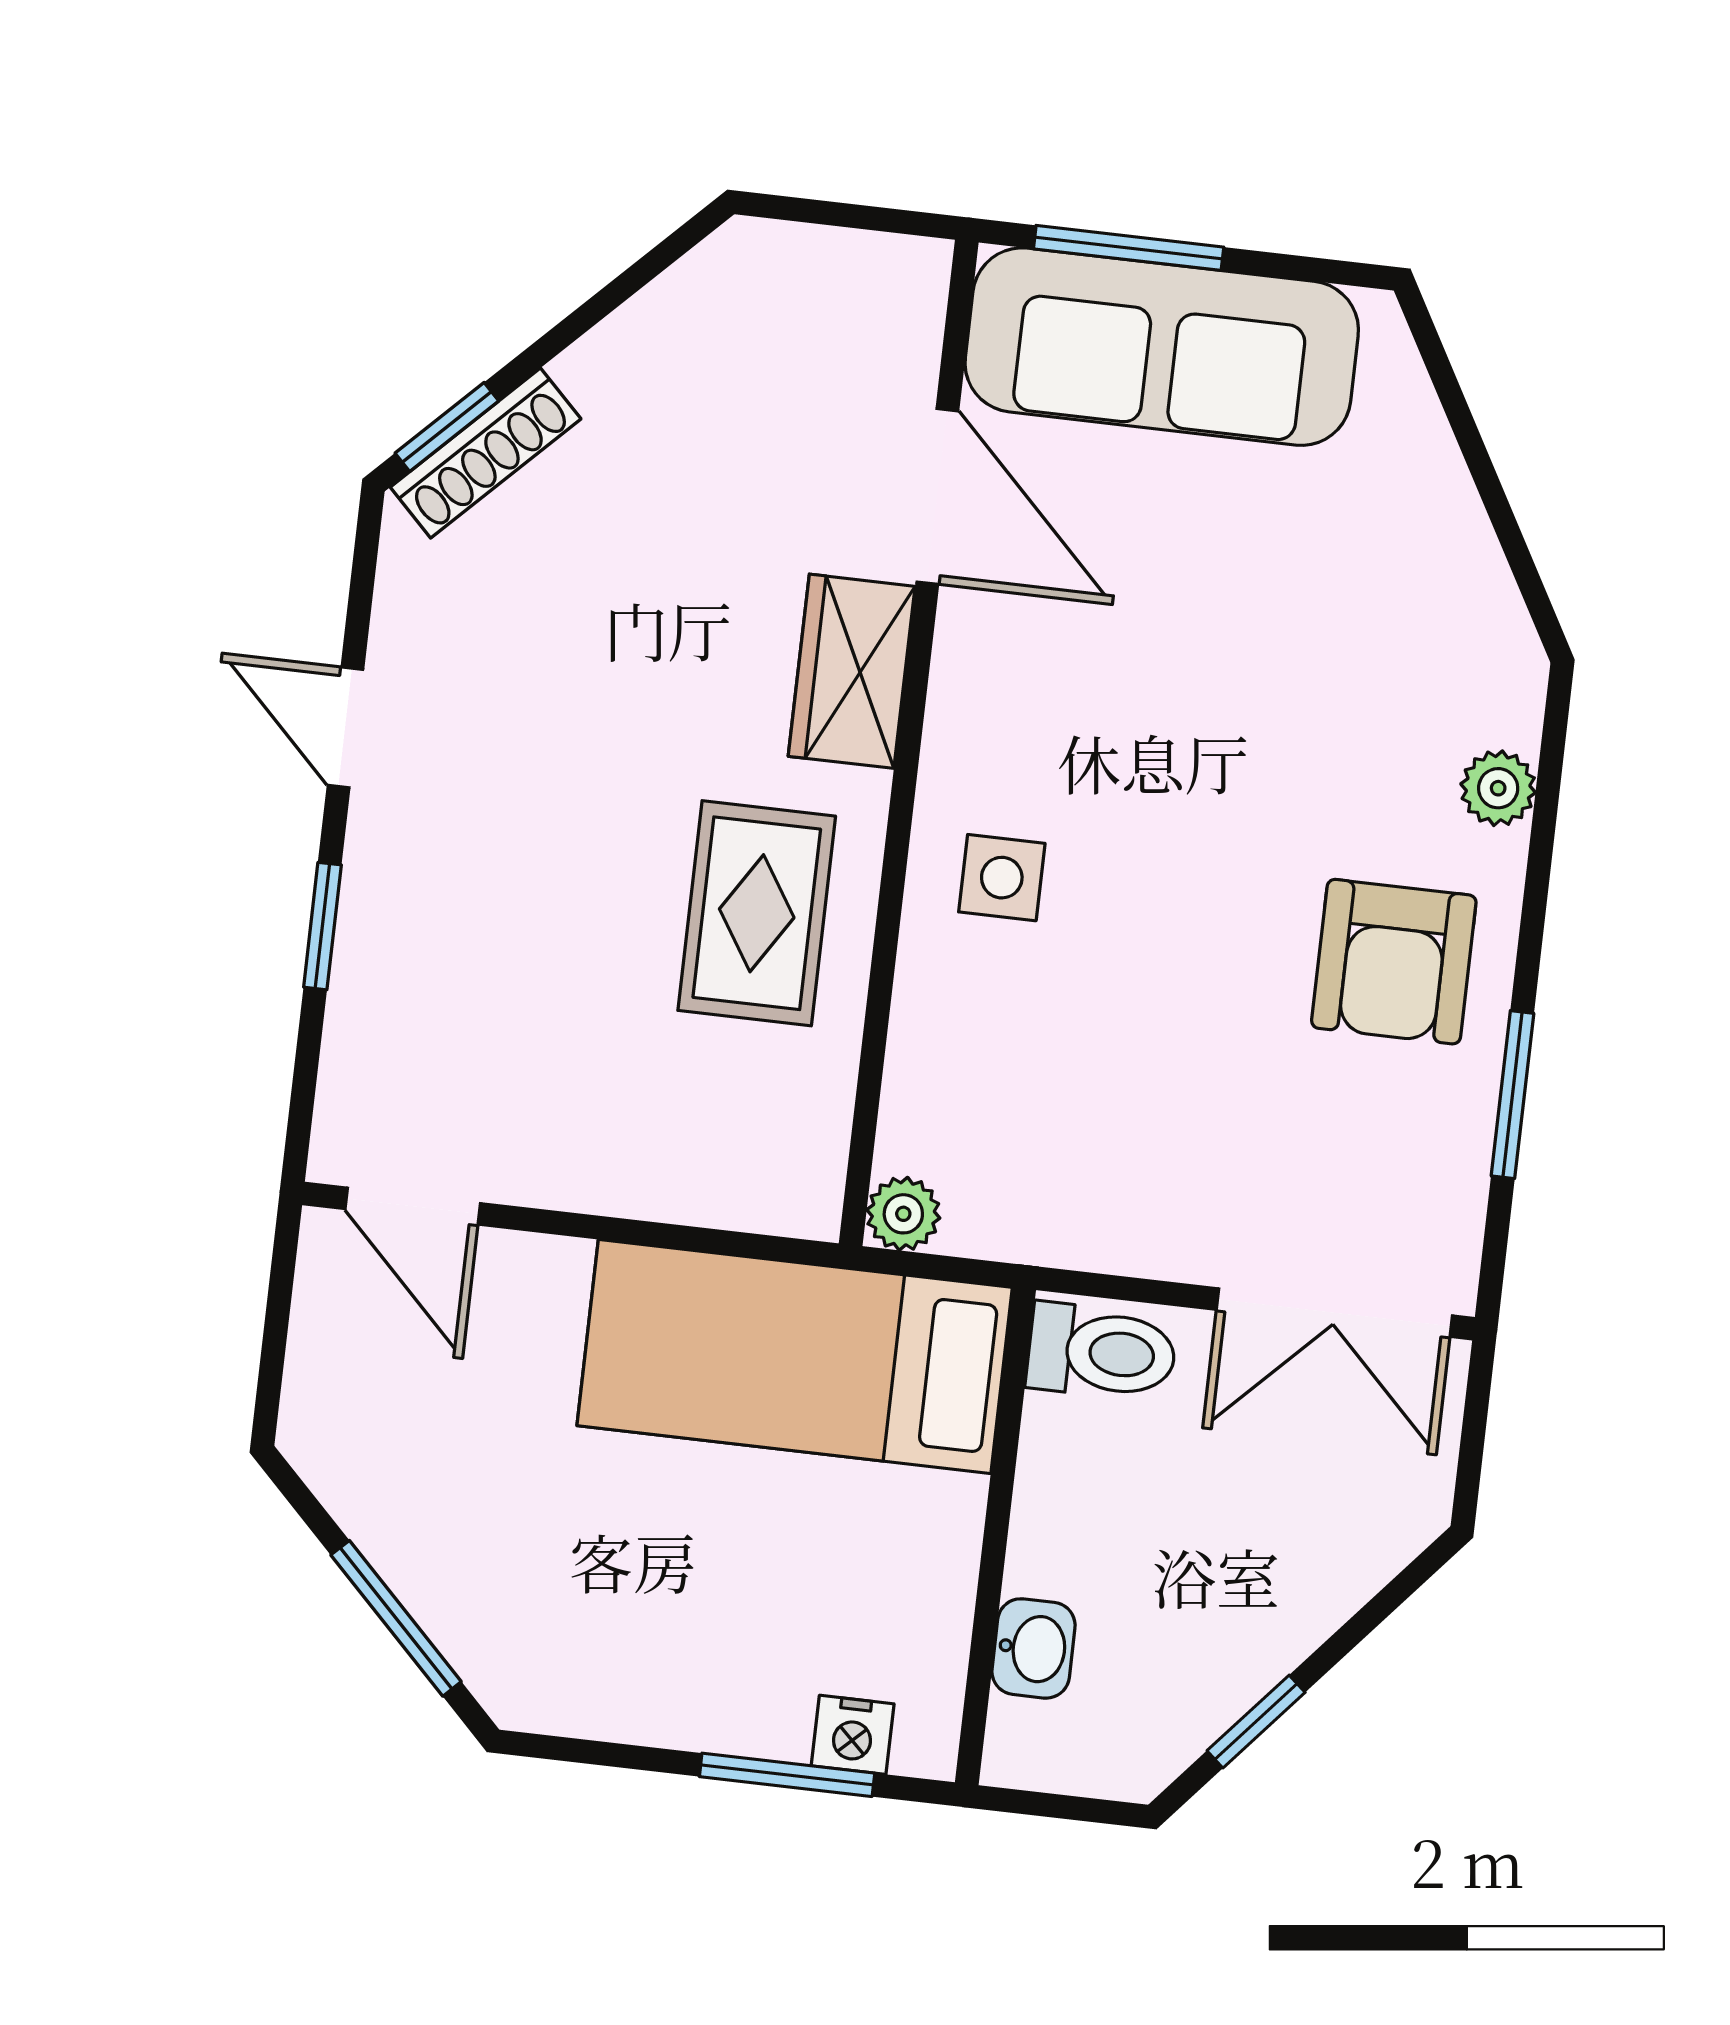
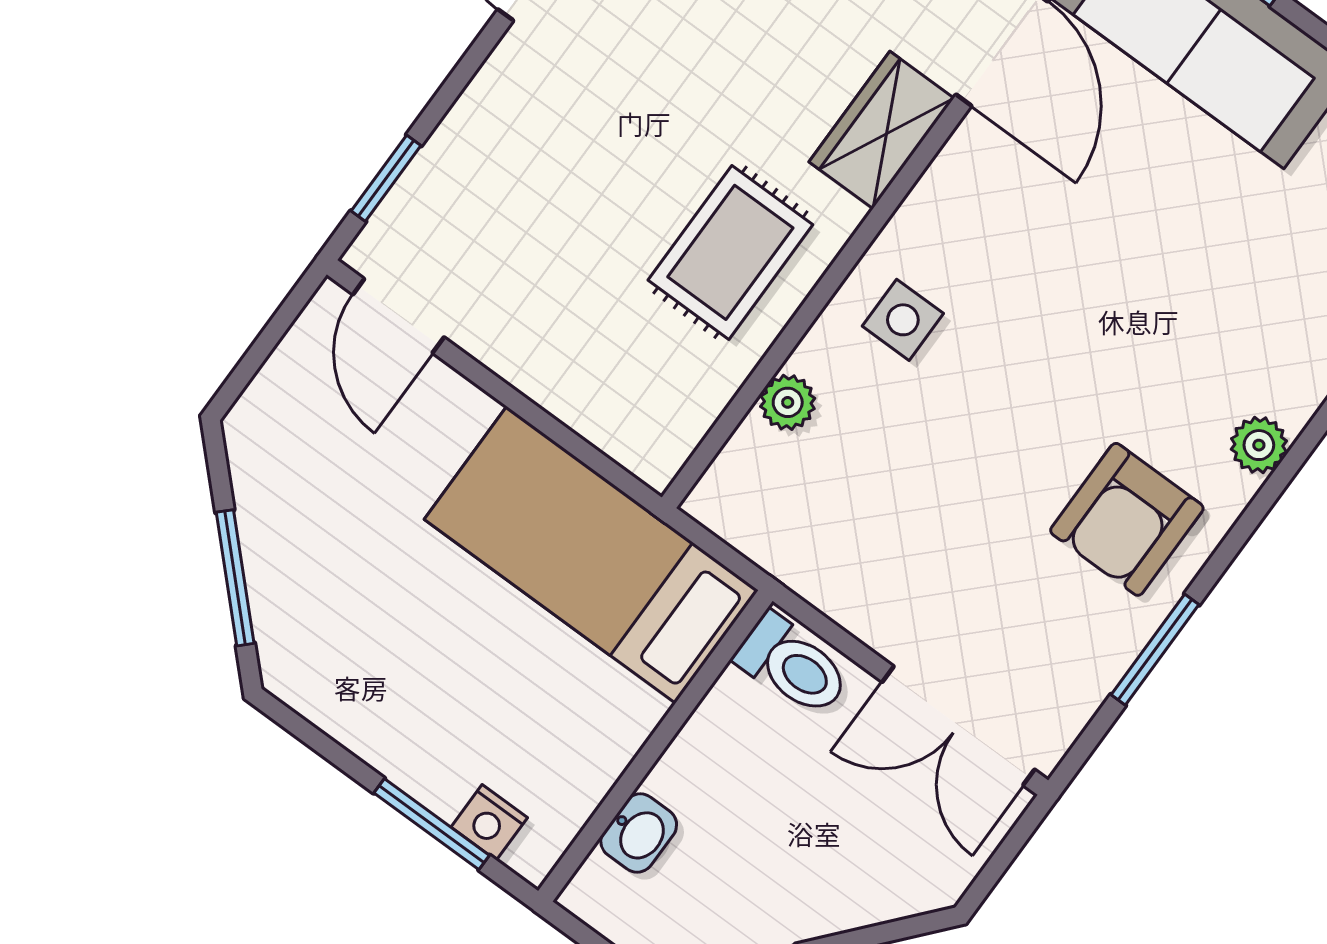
window: (322, 926) -> (386, 178), moved
plant: (903, 1214) -> (788, 402), moved

